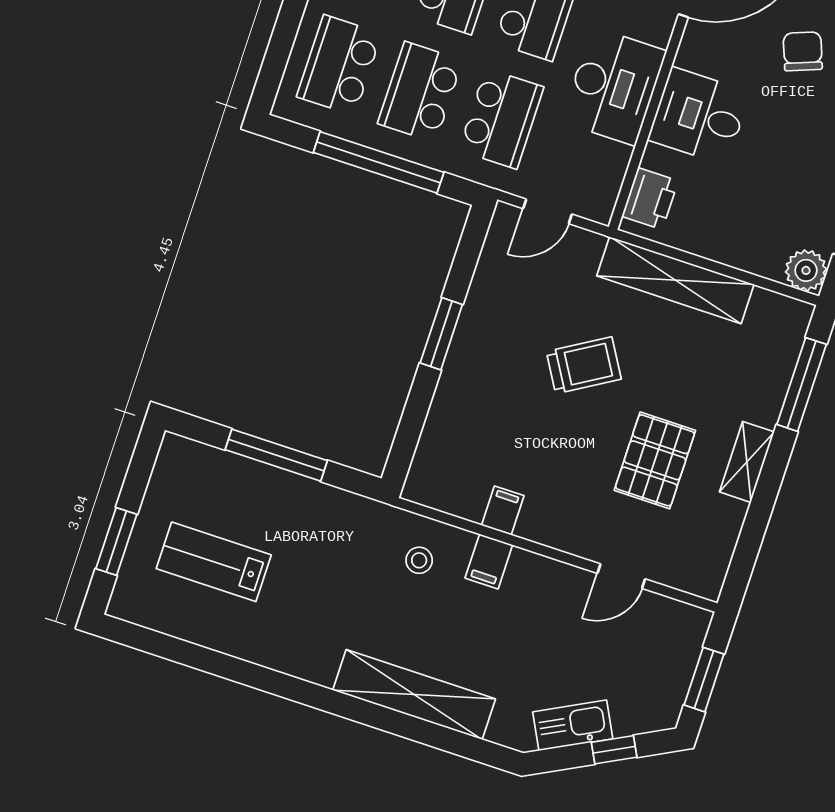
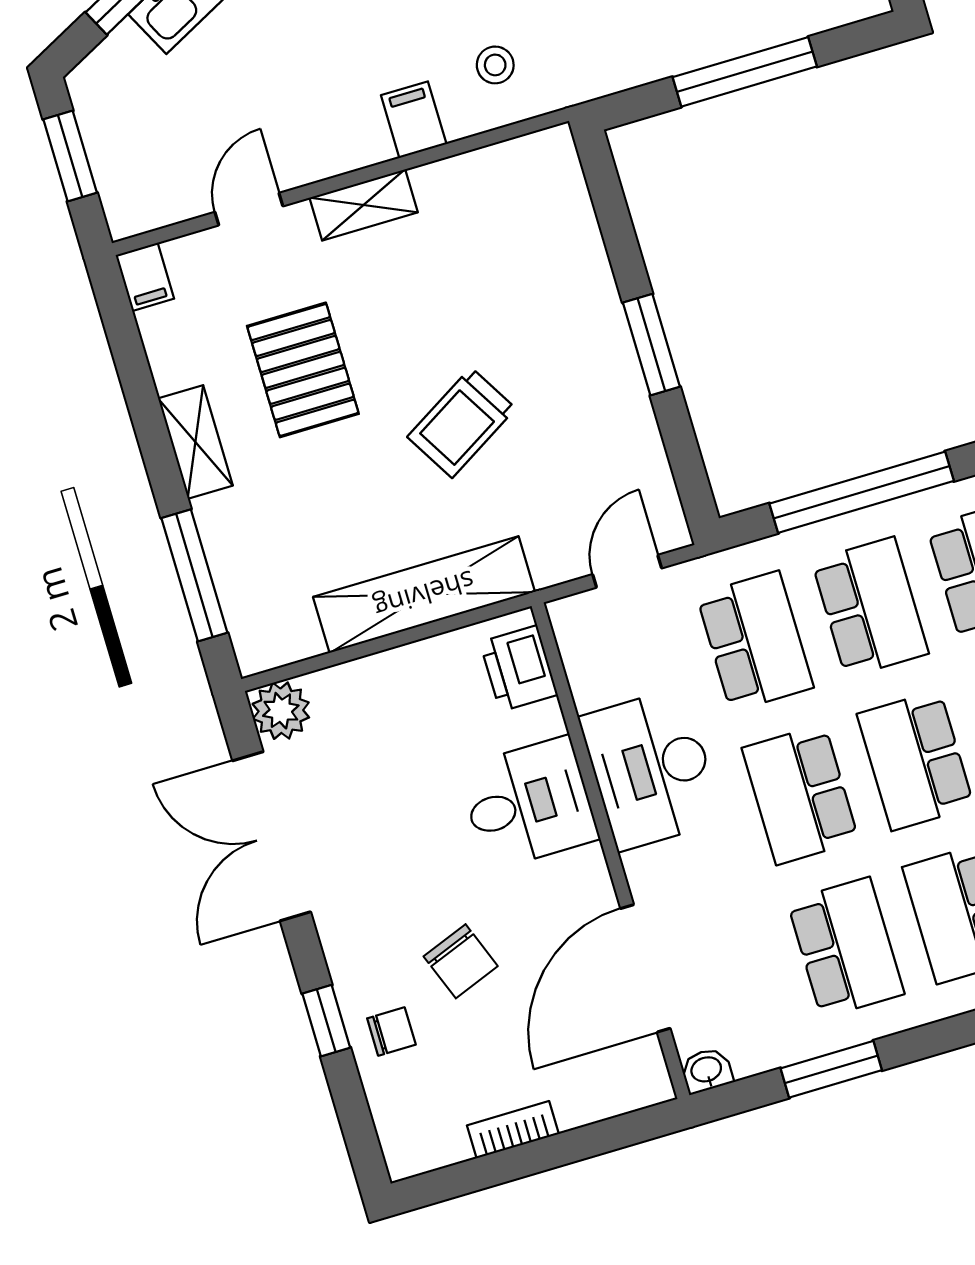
school desk: (501, 119) -> (755, 641), turned 180
filing cabinet: (503, 510) -> (145, 277), moved
shelving: (553, 532) -> (364, 205), added

